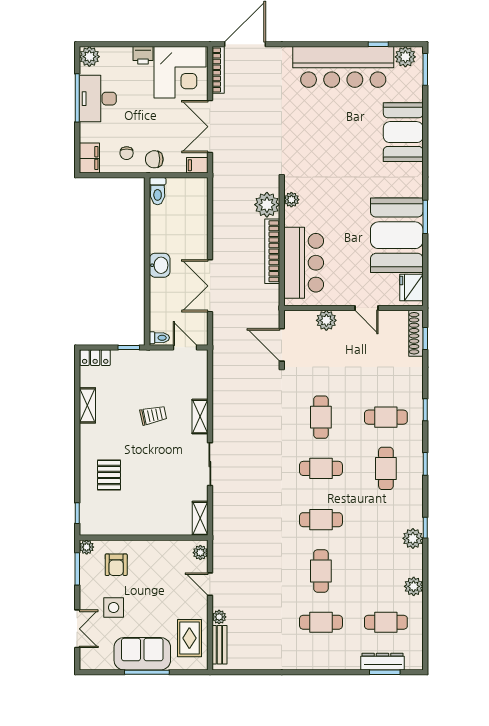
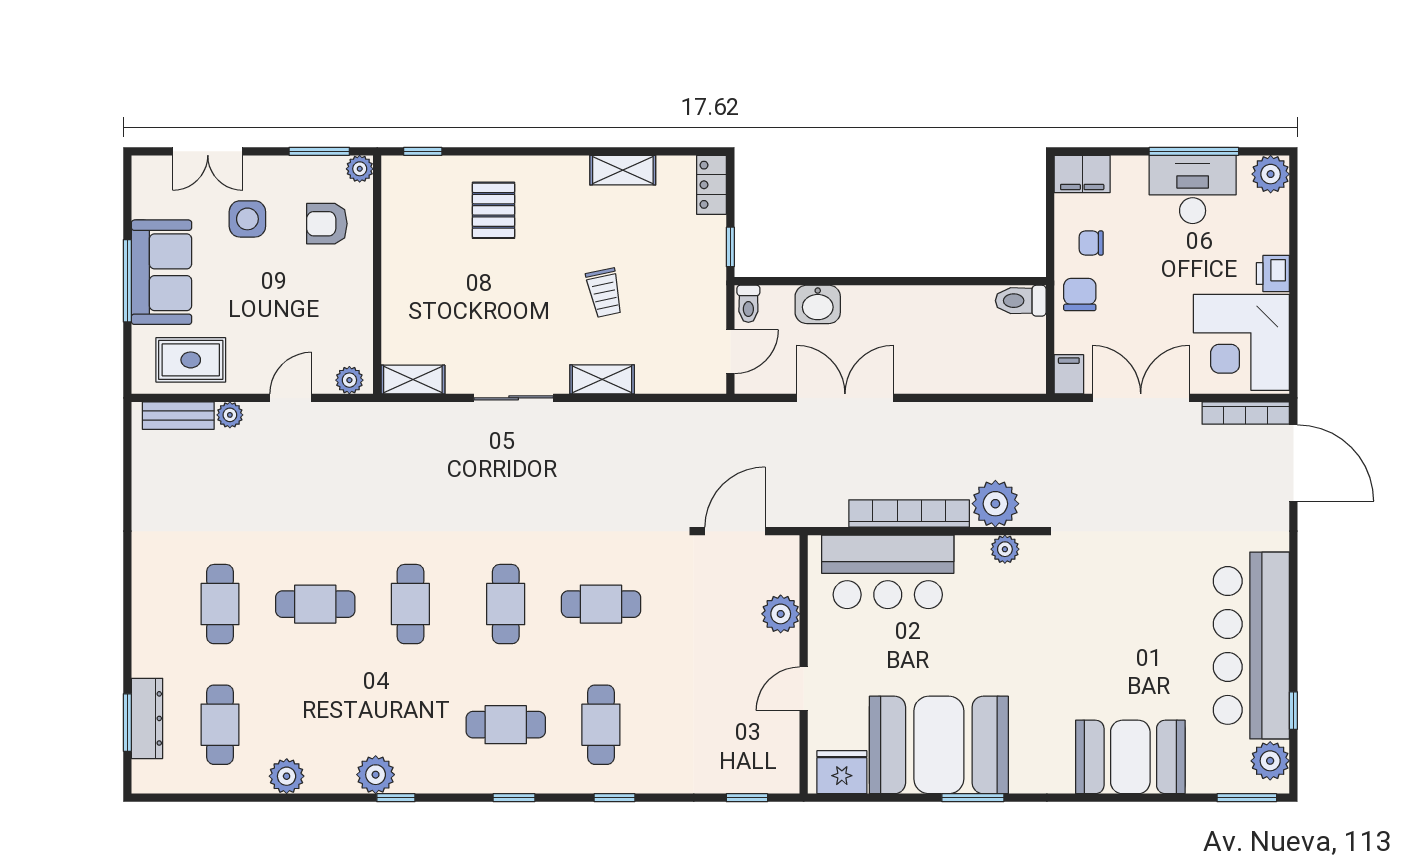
washbasin: (160, 265) -> (818, 304), moved
shoe rack: (416, 333) -> (757, 780), removed
pallet: (109, 475) -> (493, 210), turned 90

